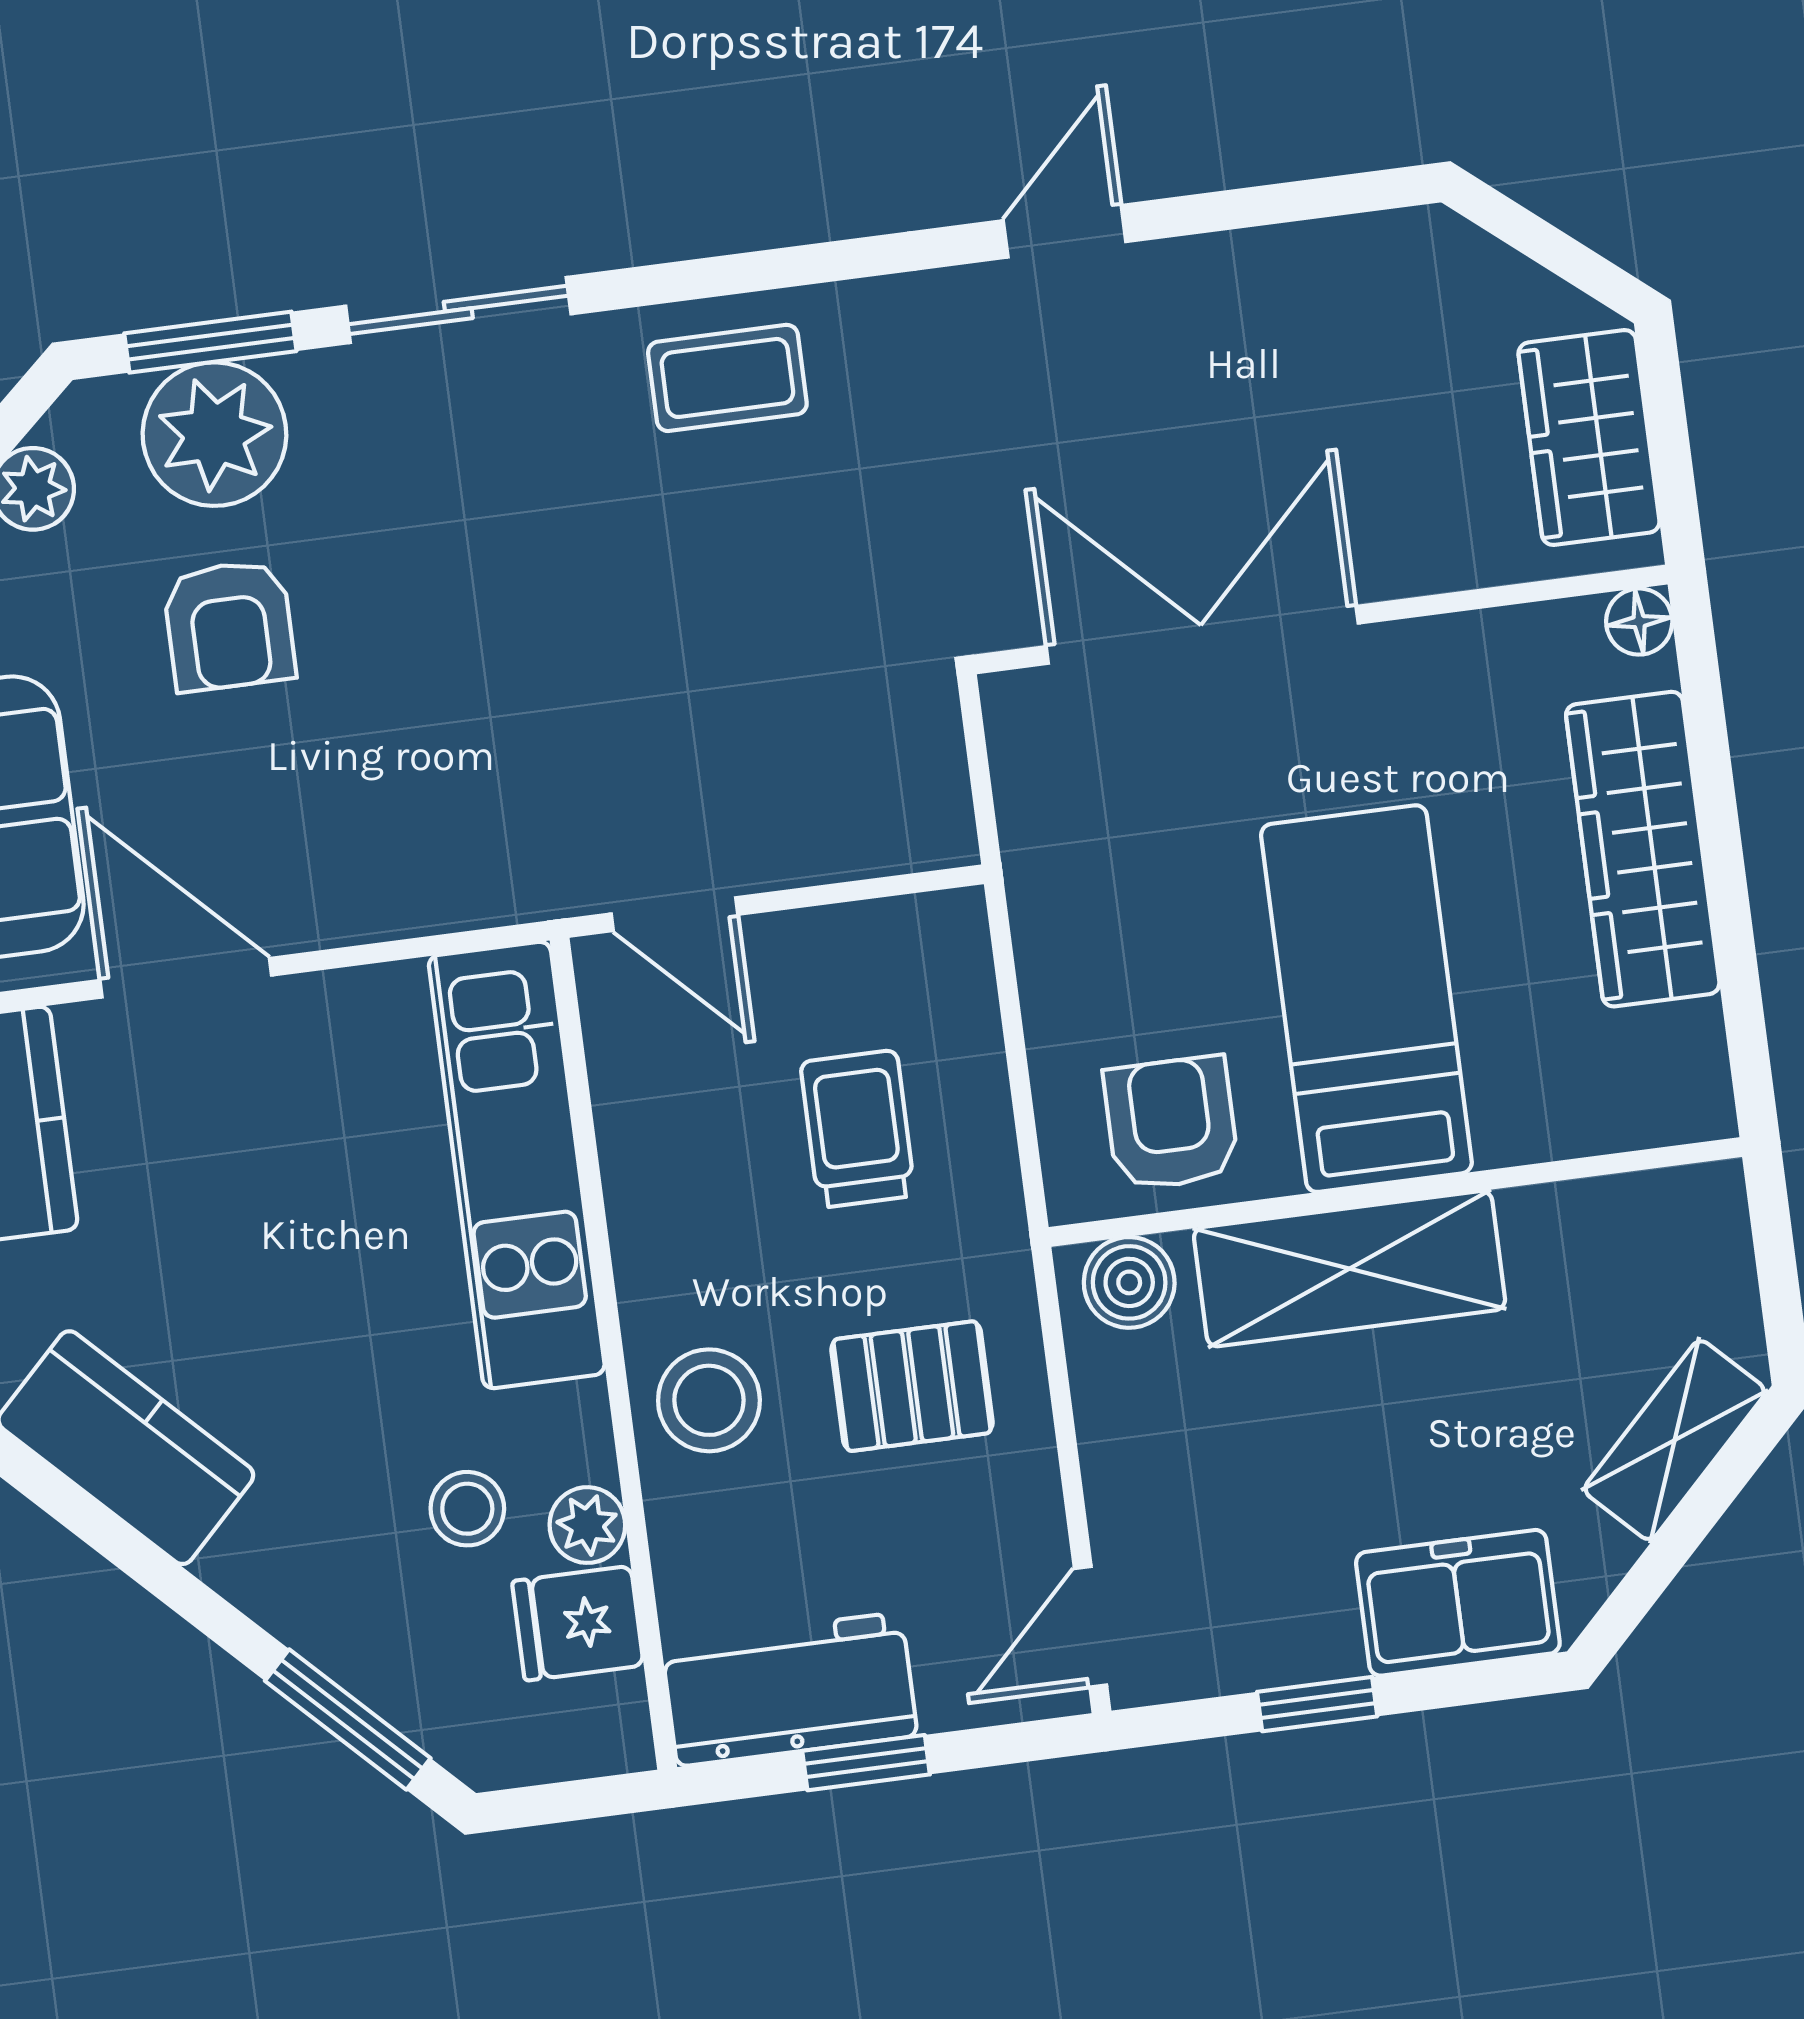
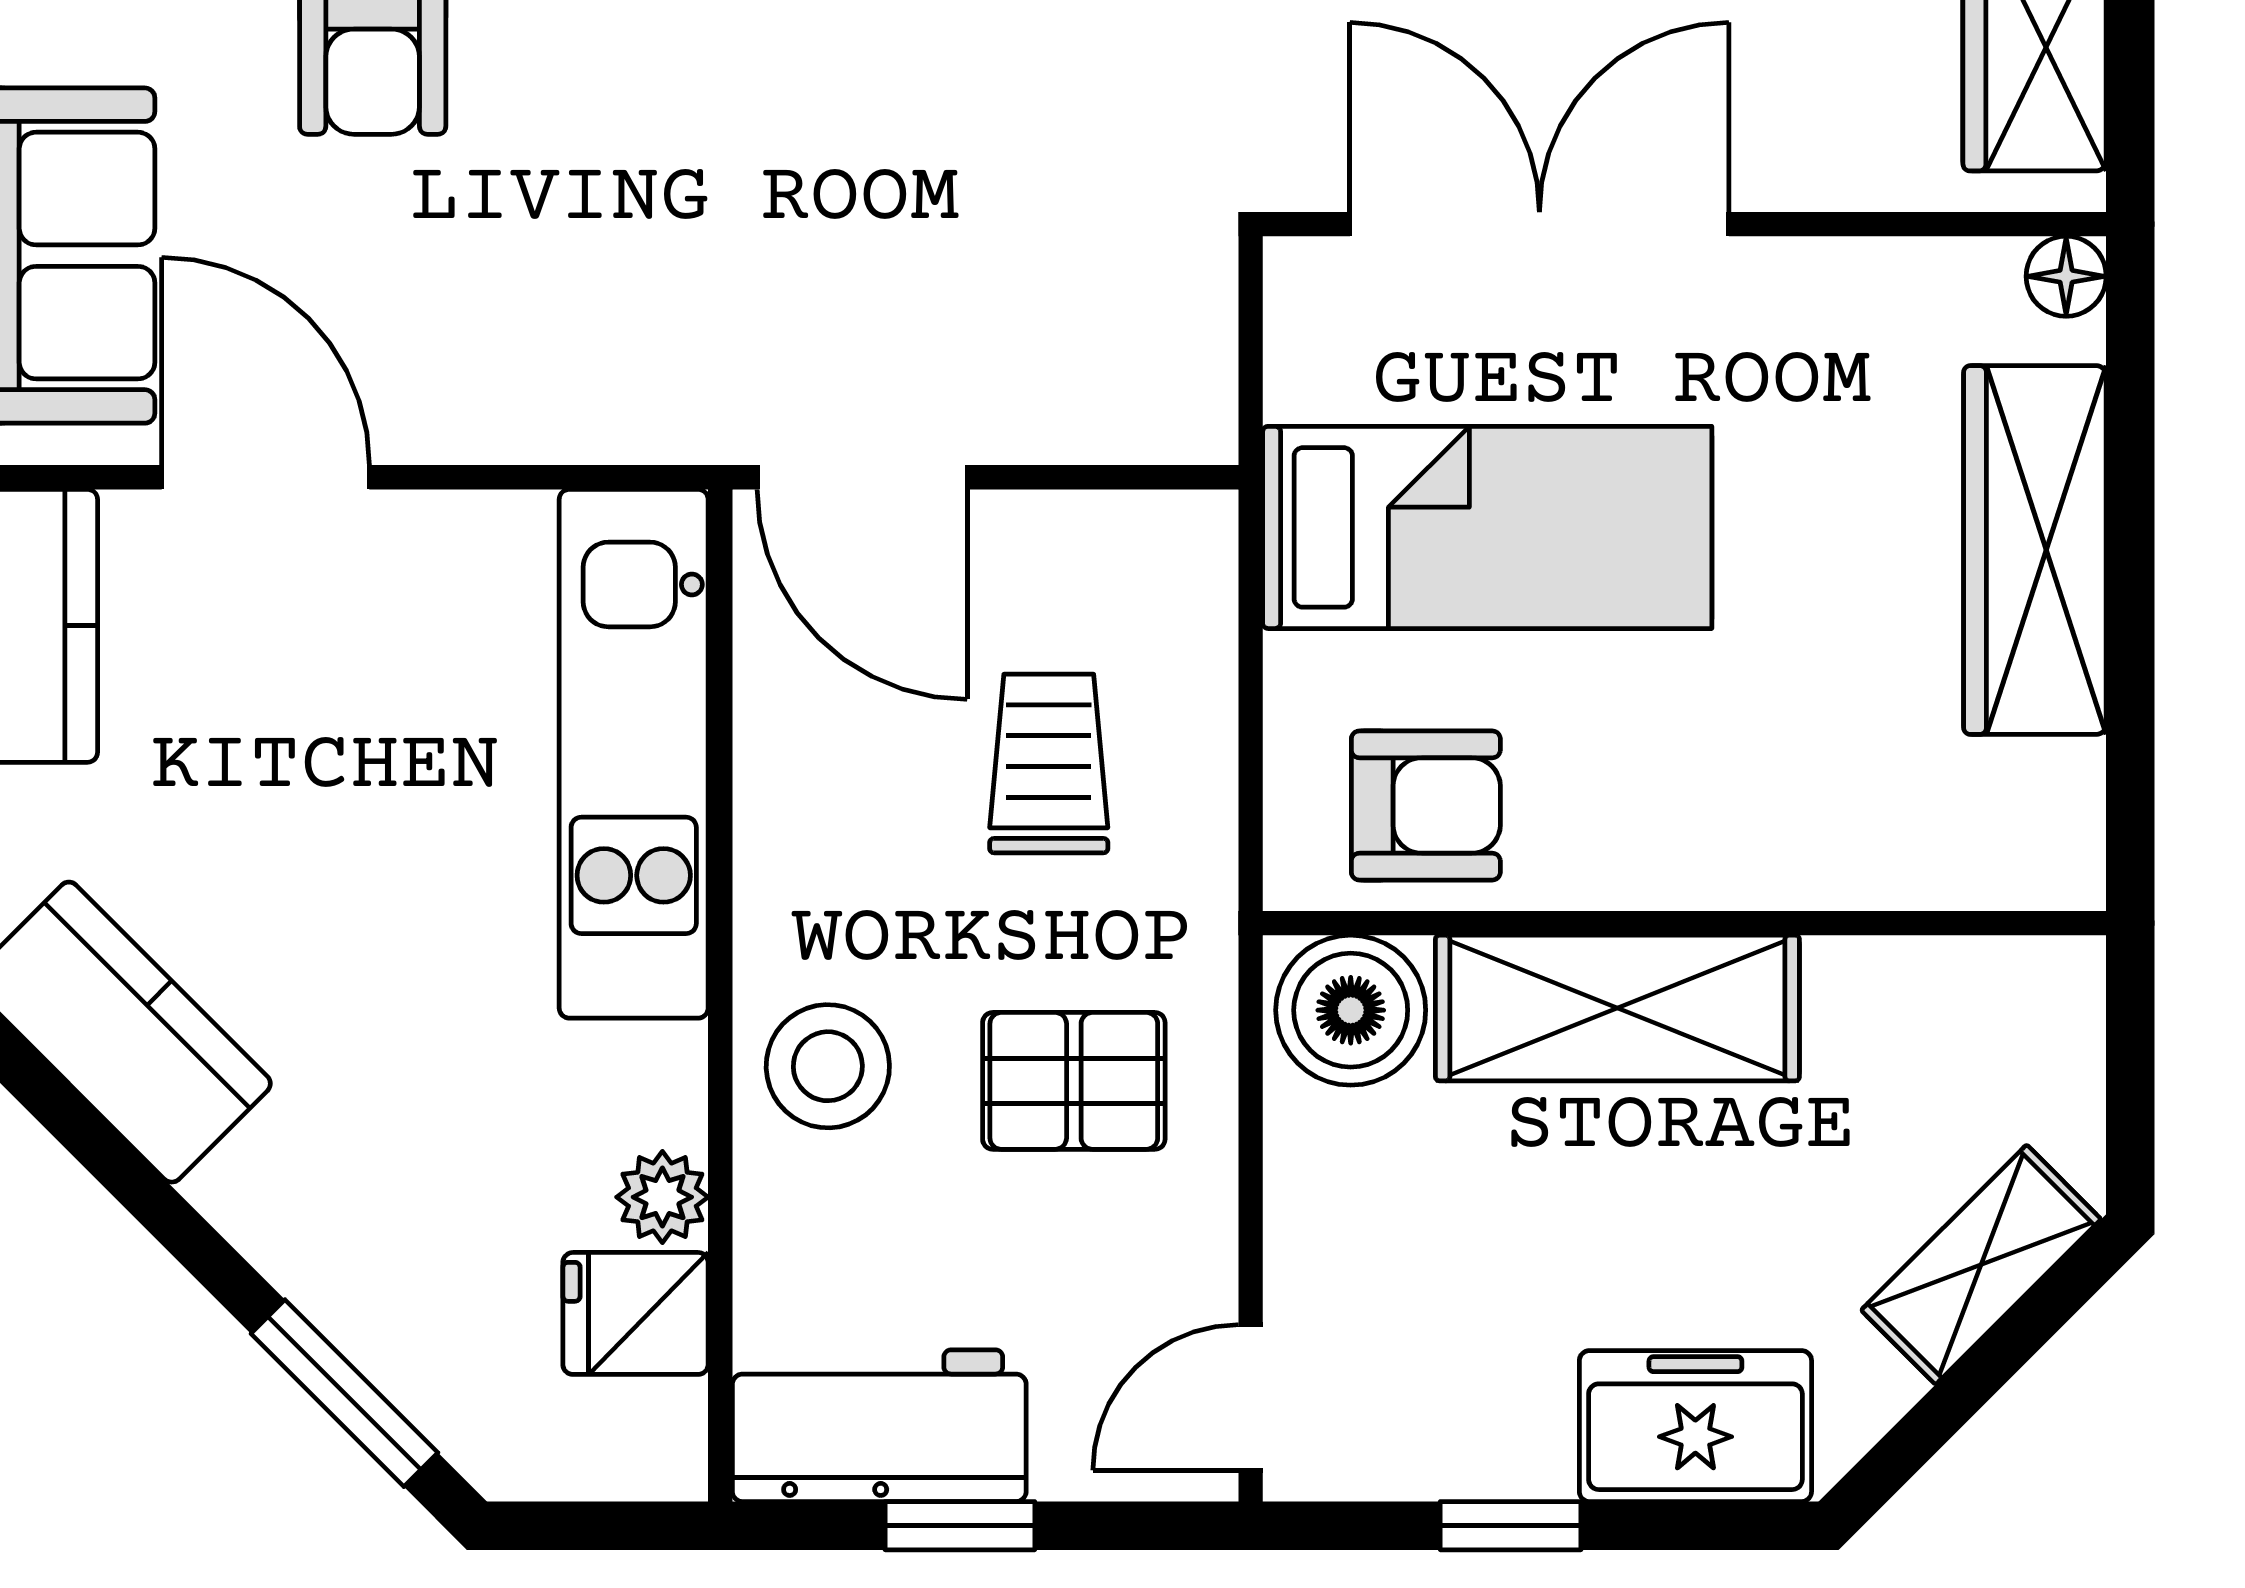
door: (674, 914) -> (862, 477), width x1.38
bed: (1366, 999) -> (1487, 527), moved, turned 90
armchair: (1171, 1123) -> (1426, 805), turned 90
boiler: (1129, 1282) -> (1351, 1010), width x1.36, depth x1.36
stool: (467, 1509) -> (521, 1159), removed

